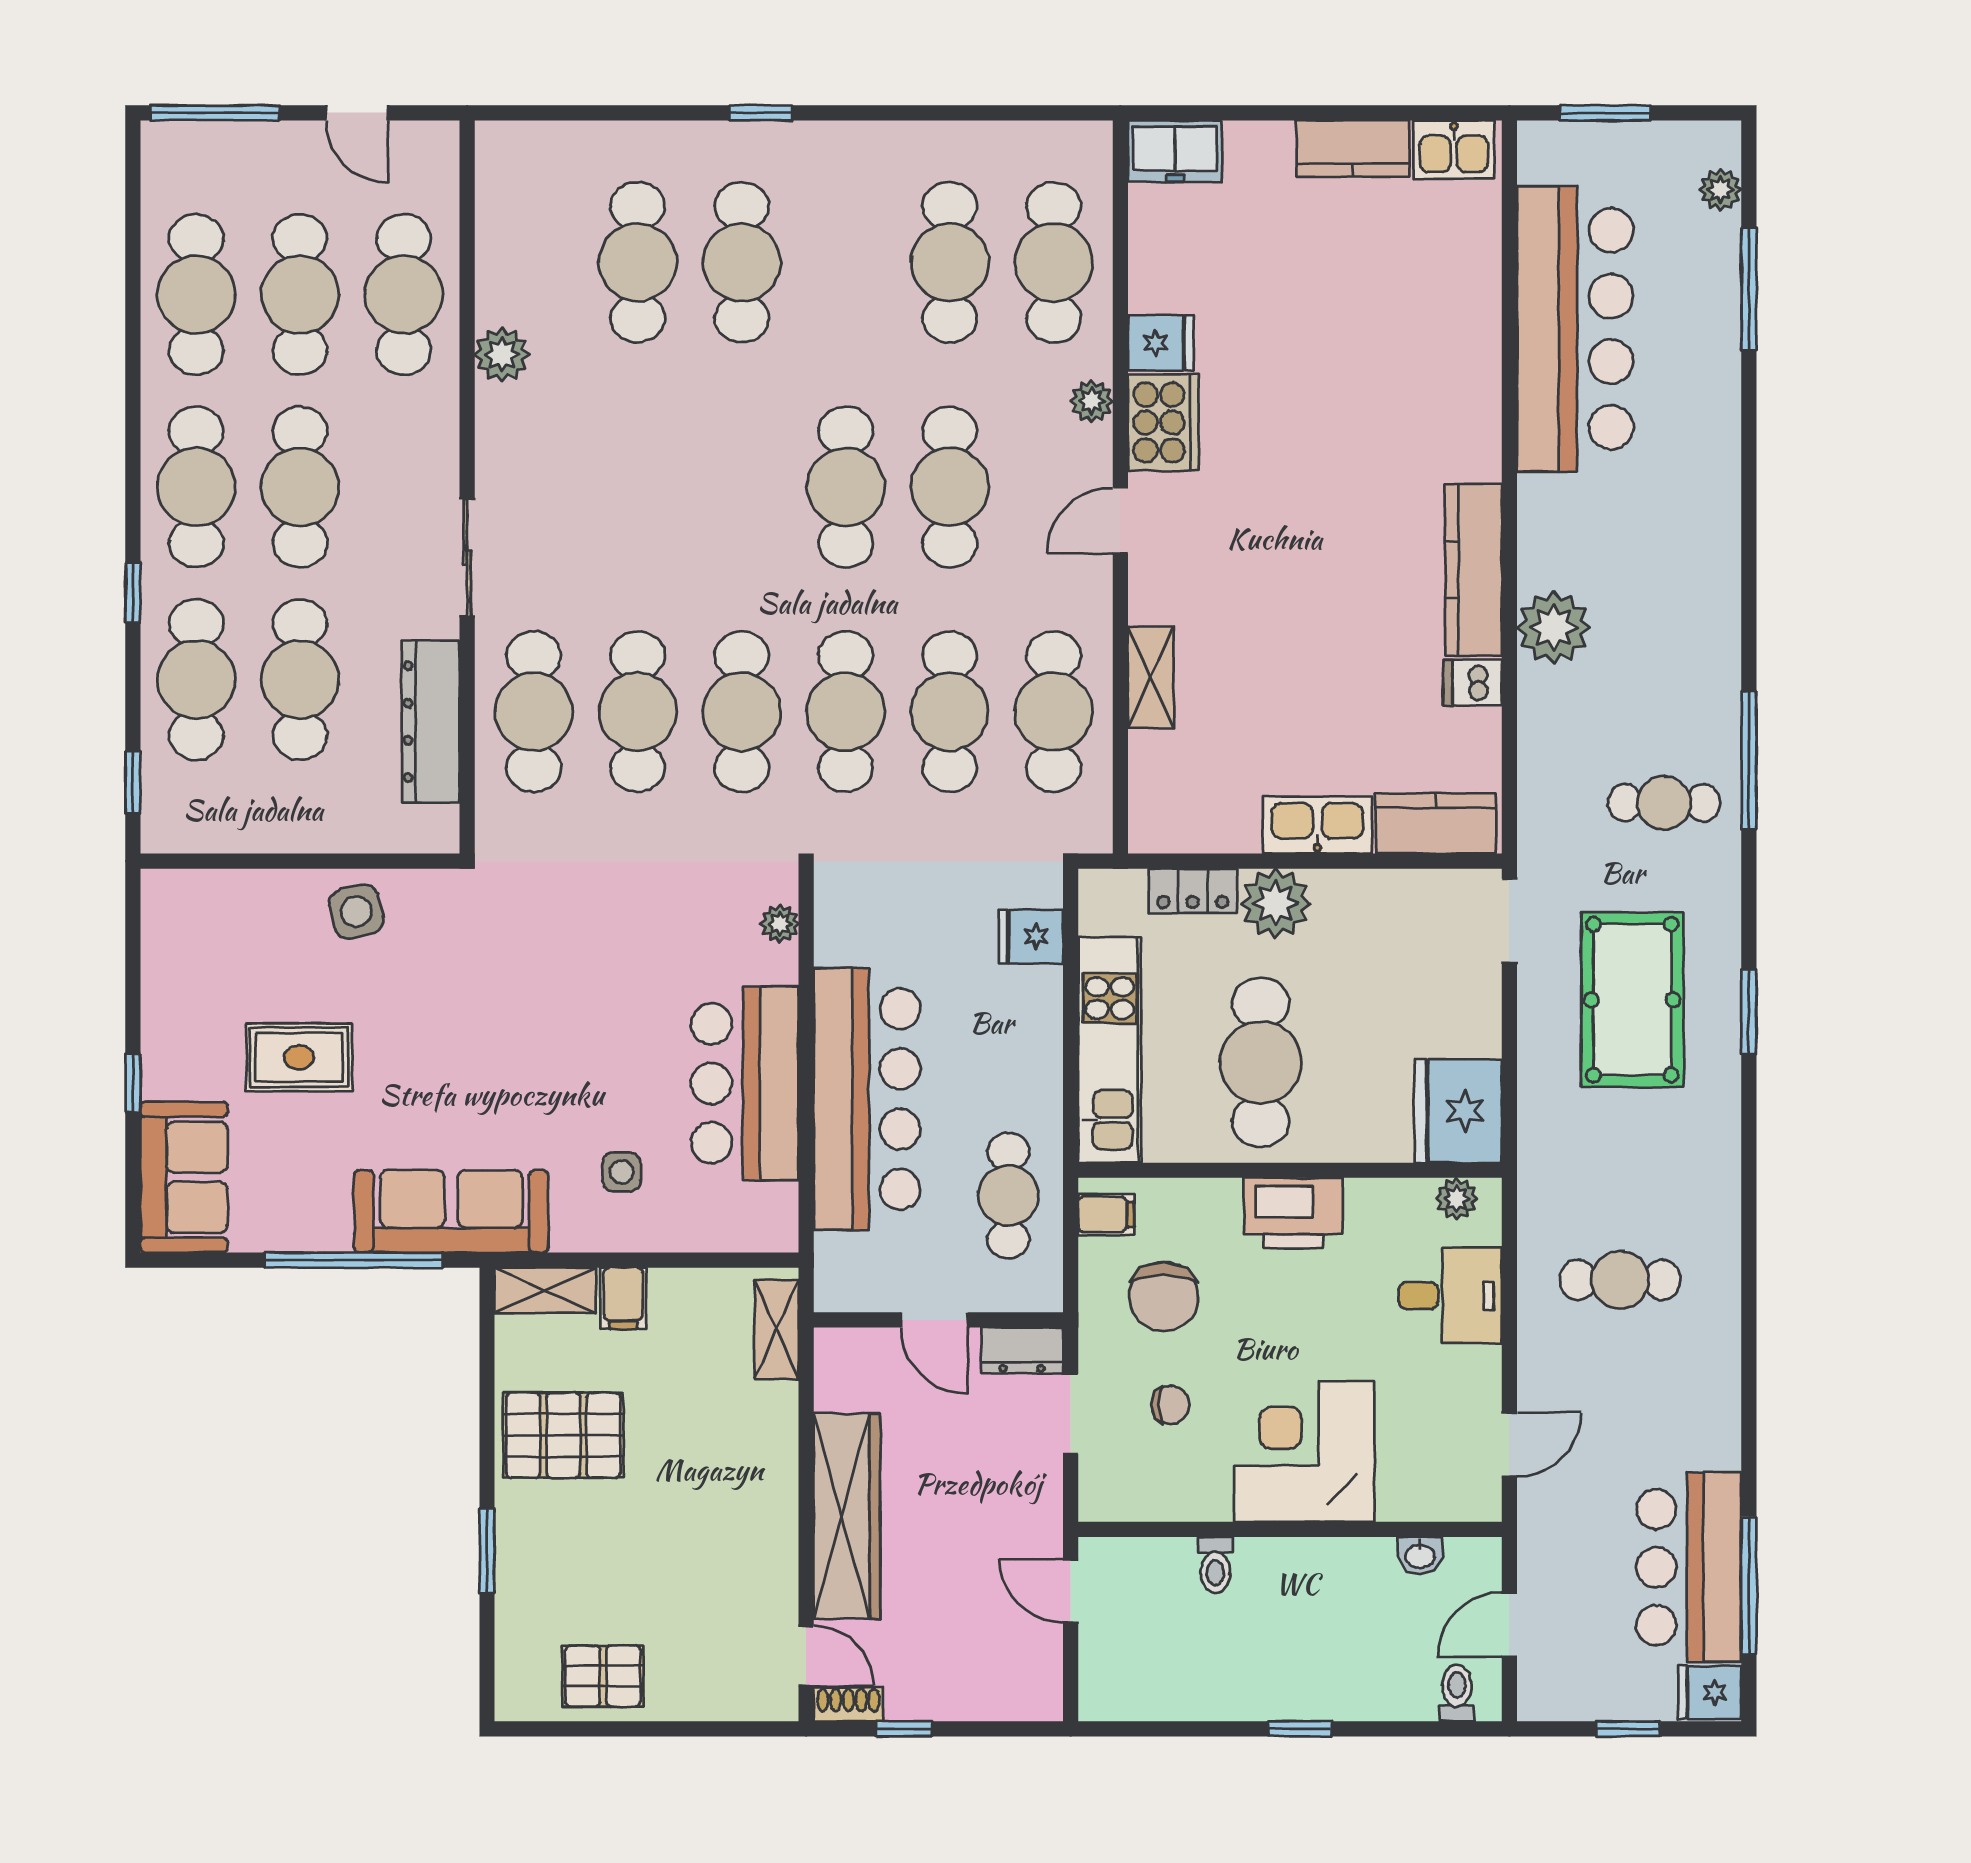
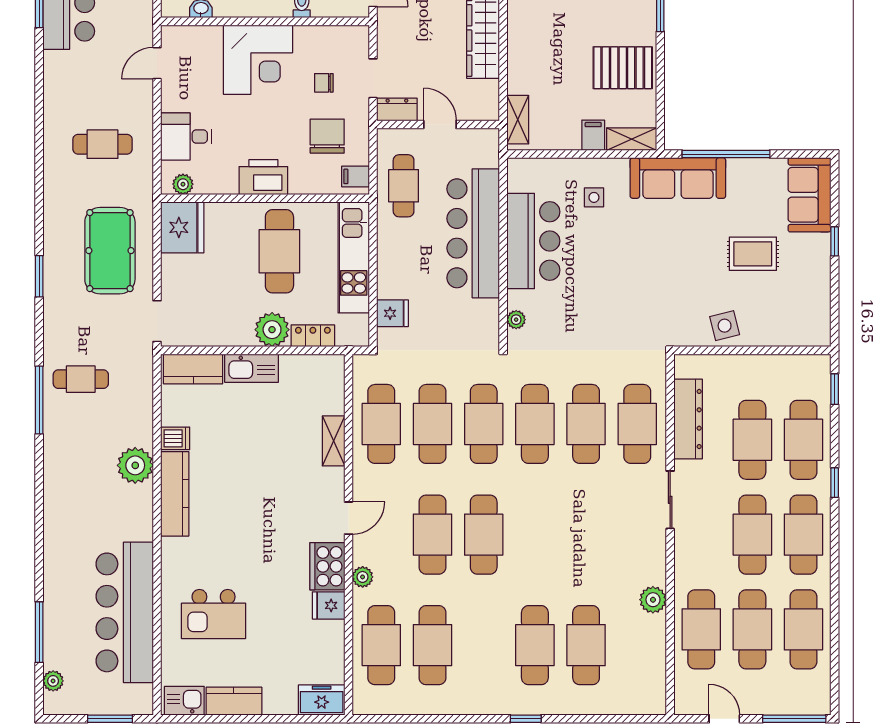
kitchen island: (1394, 326) -> (214, 614), added
pool table: (1632, 1000) -> (110, 251), moved

